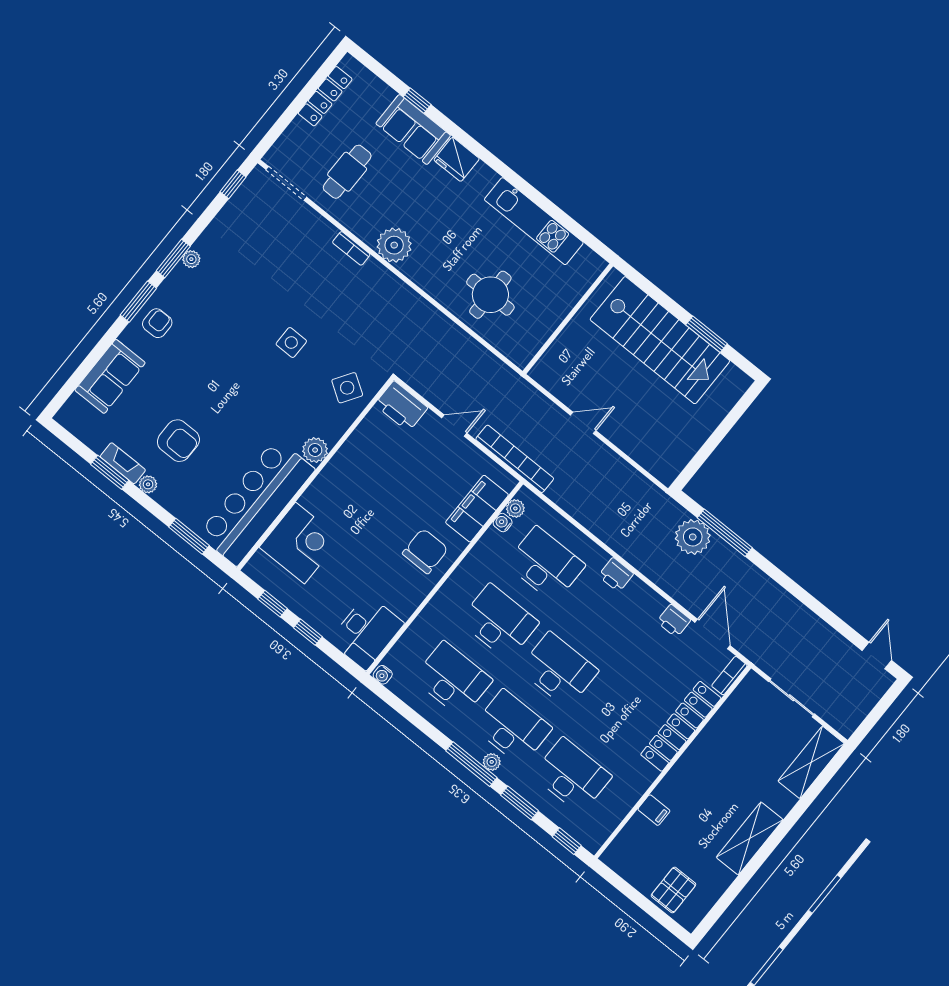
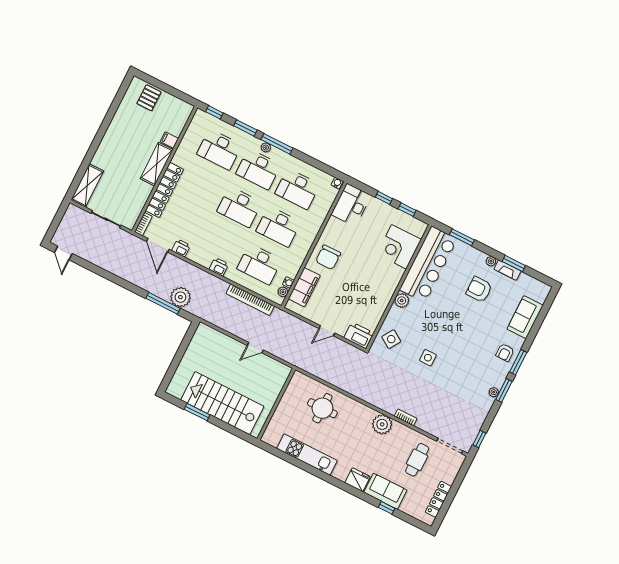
bookcase: (515, 459) -> (250, 300), moved
shelving: (750, 839) -> (157, 164), moved

